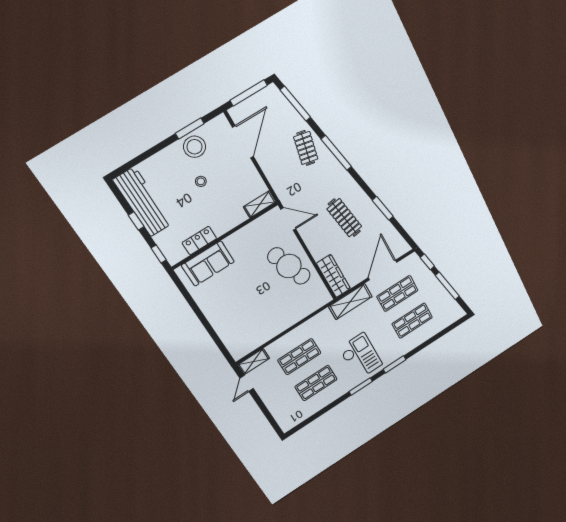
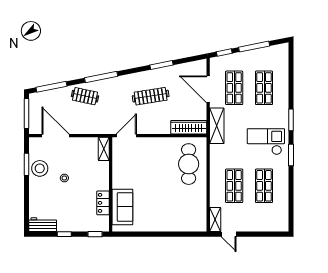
workbench: (143, 202) -> (43, 225), width x0.53, depth x0.76
cafe table: (289, 266) -> (189, 164), moved, turned -71

